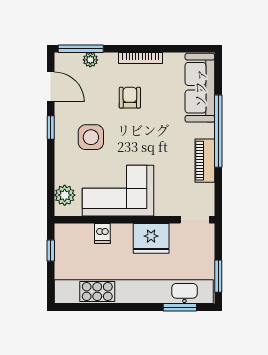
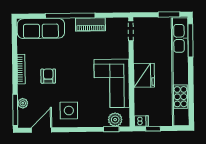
armchair: (130, 98) -> (48, 76), turned 90
window: (51, 128) -> (111, 129), moved
side table: (91, 137) -> (69, 111), moved
dishwasher: (102, 233) -> (141, 121), moved
fridge: (151, 238) -> (144, 75), moved
window: (180, 307) -> (190, 40), width x1.44

